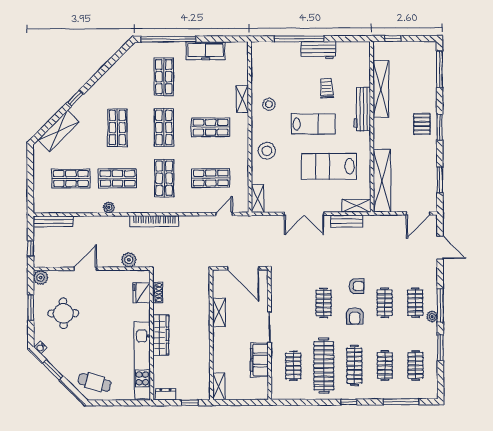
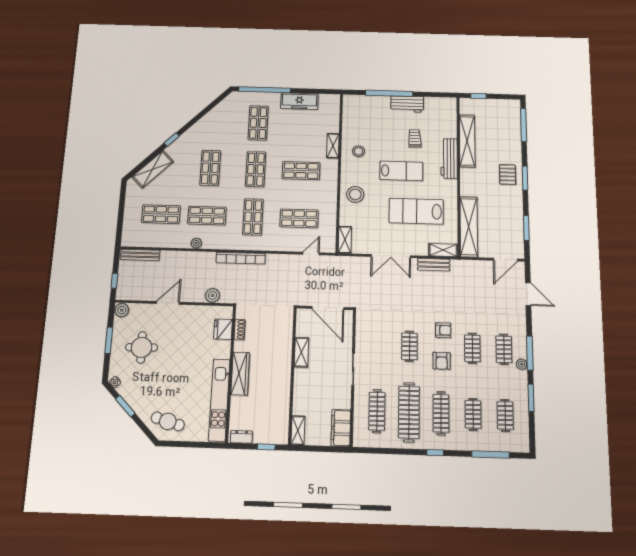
filing cabinet: (259, 360) -> (341, 428), moved
clothes rail: (293, 366) -> (377, 411), width x1.36

